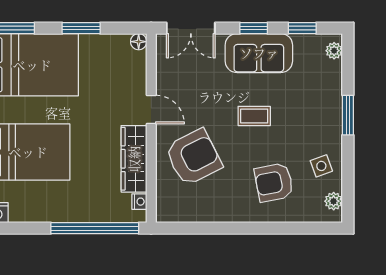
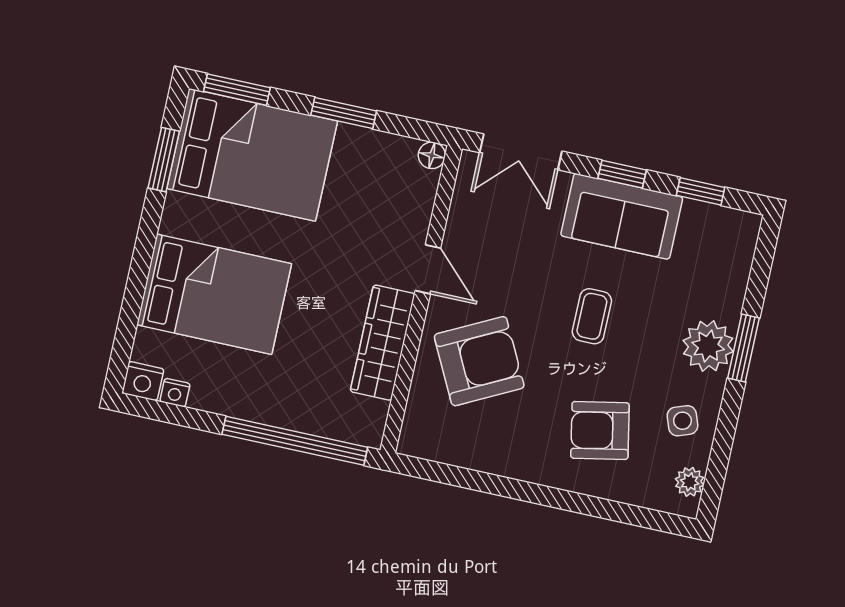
plant: (334, 51) -> (708, 346), moved, width x1.88, depth x1.88
coffee table: (254, 116) -> (592, 316), turned 90
nightstand: (139, 202) -> (175, 393), moved, turned 90

